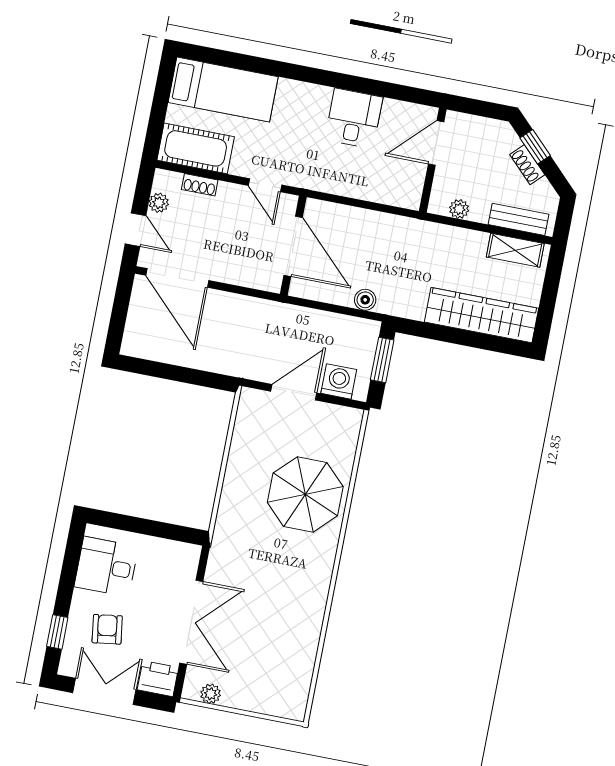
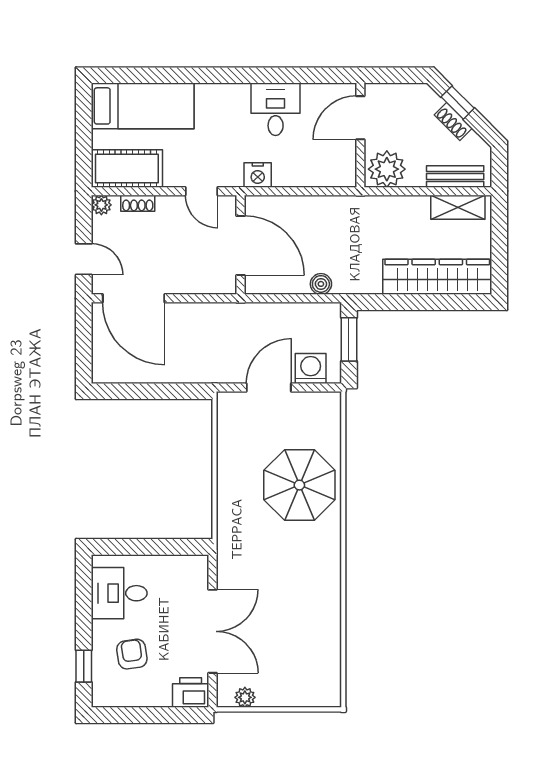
nightstand: (324, 180) -> (258, 175), added
plant: (159, 203) -> (101, 205), moved
plant: (459, 209) -> (387, 169), width x1.88, depth x1.88
double door: (104, 691) -> (141, 715), removed

